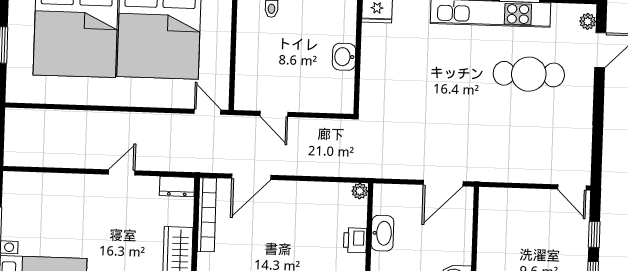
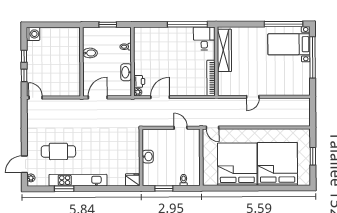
door: (251, 177) -> (160, 97), moved
dresser: (177, 187) -> (226, 91), removed
printer: (355, 240) -> (139, 81), moved

